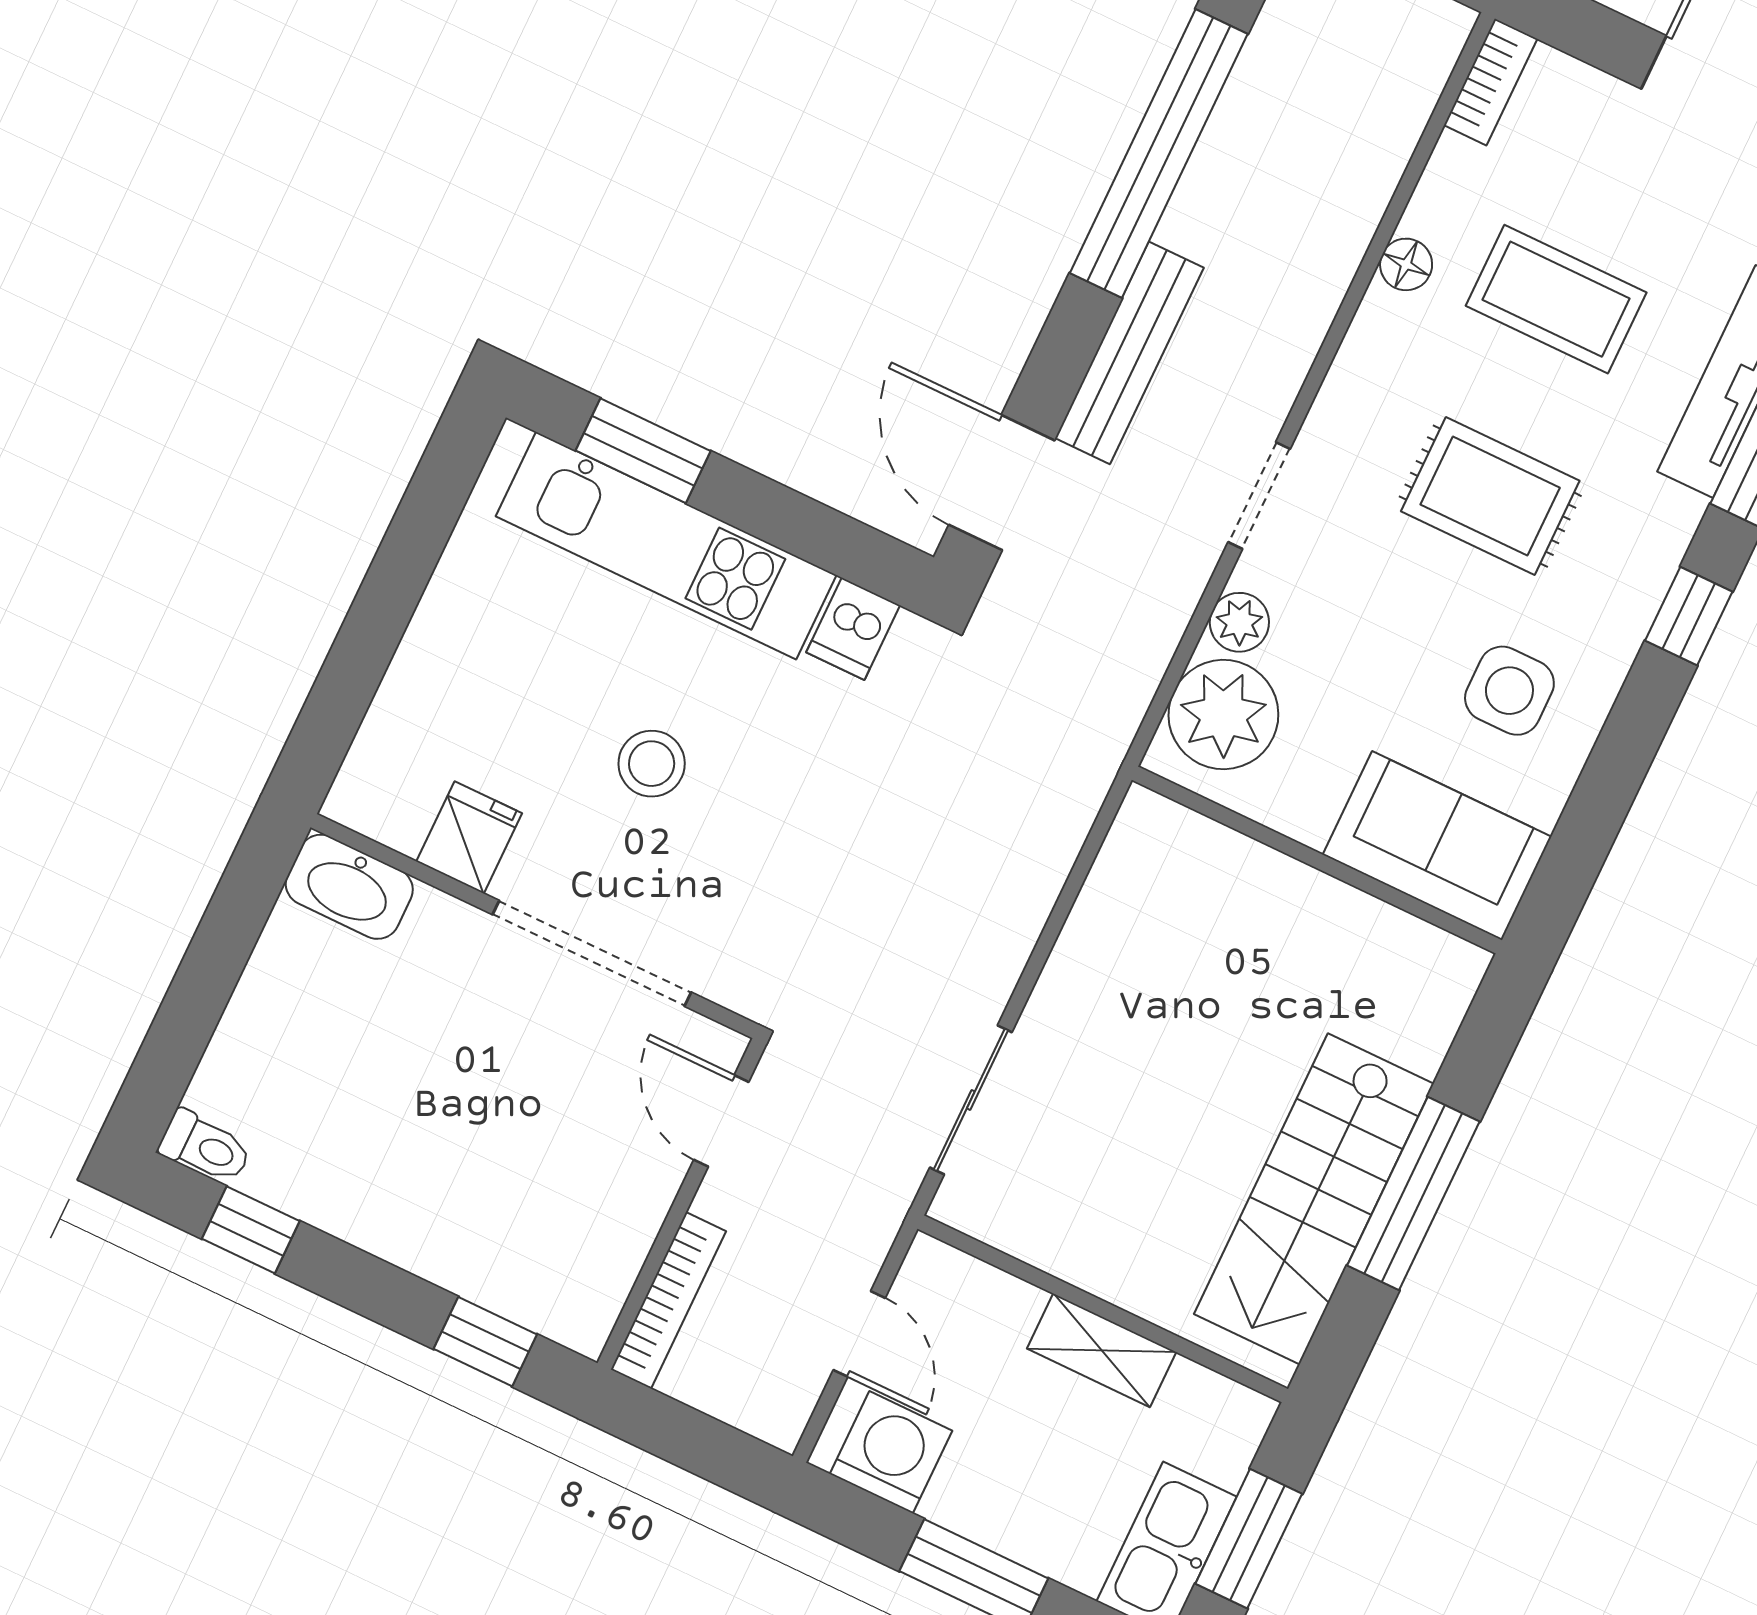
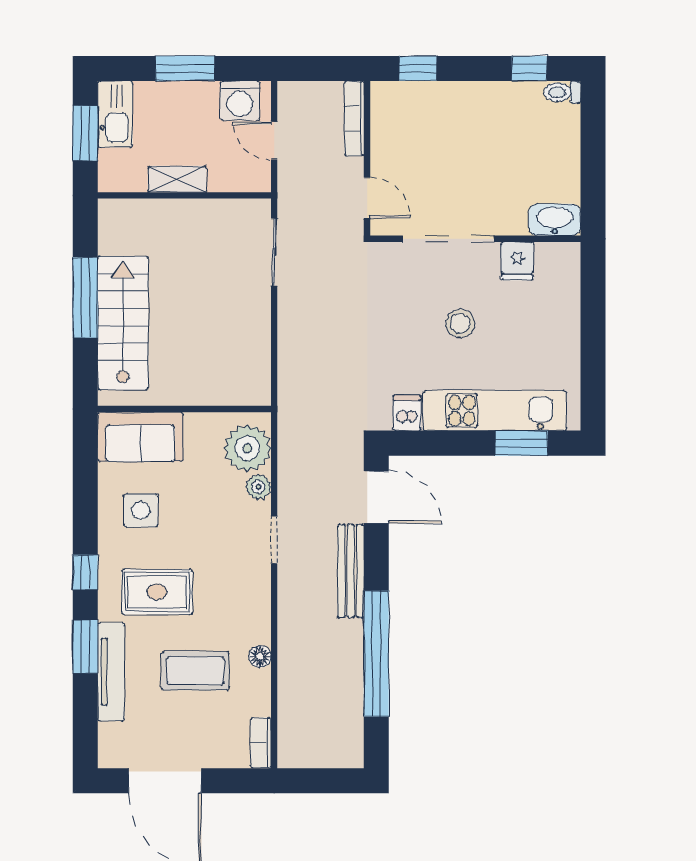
rug: (1490, 496) -> (157, 592), moved
stairs: (1314, 1199) -> (123, 323), moved

